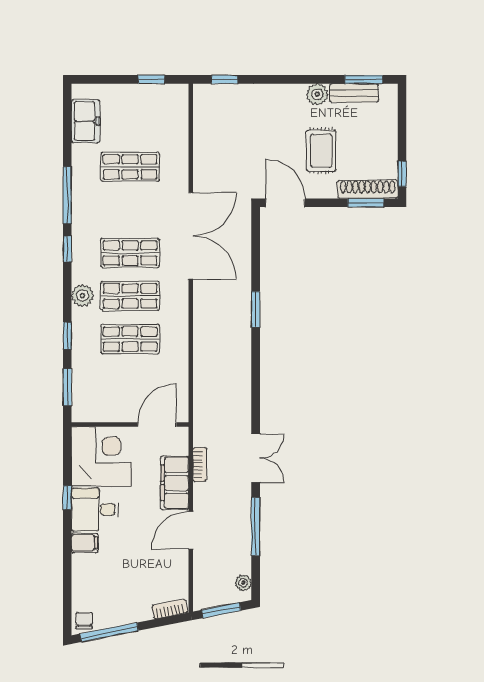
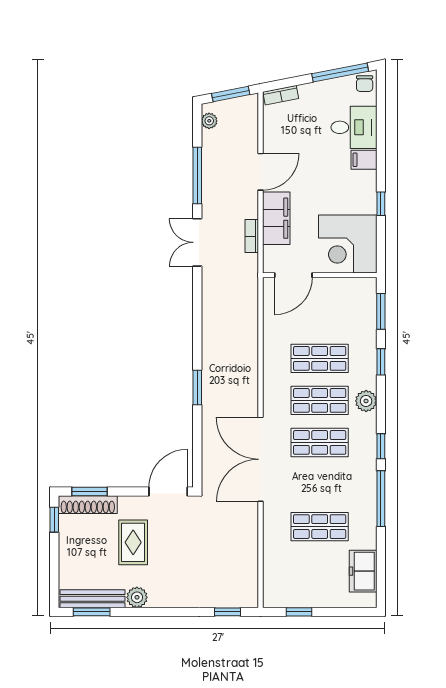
bench: (354, 93) -> (92, 599), width x1.36
door: (285, 203) -> (168, 491), swing flipped
desk: (95, 510) -> (354, 127), moved

